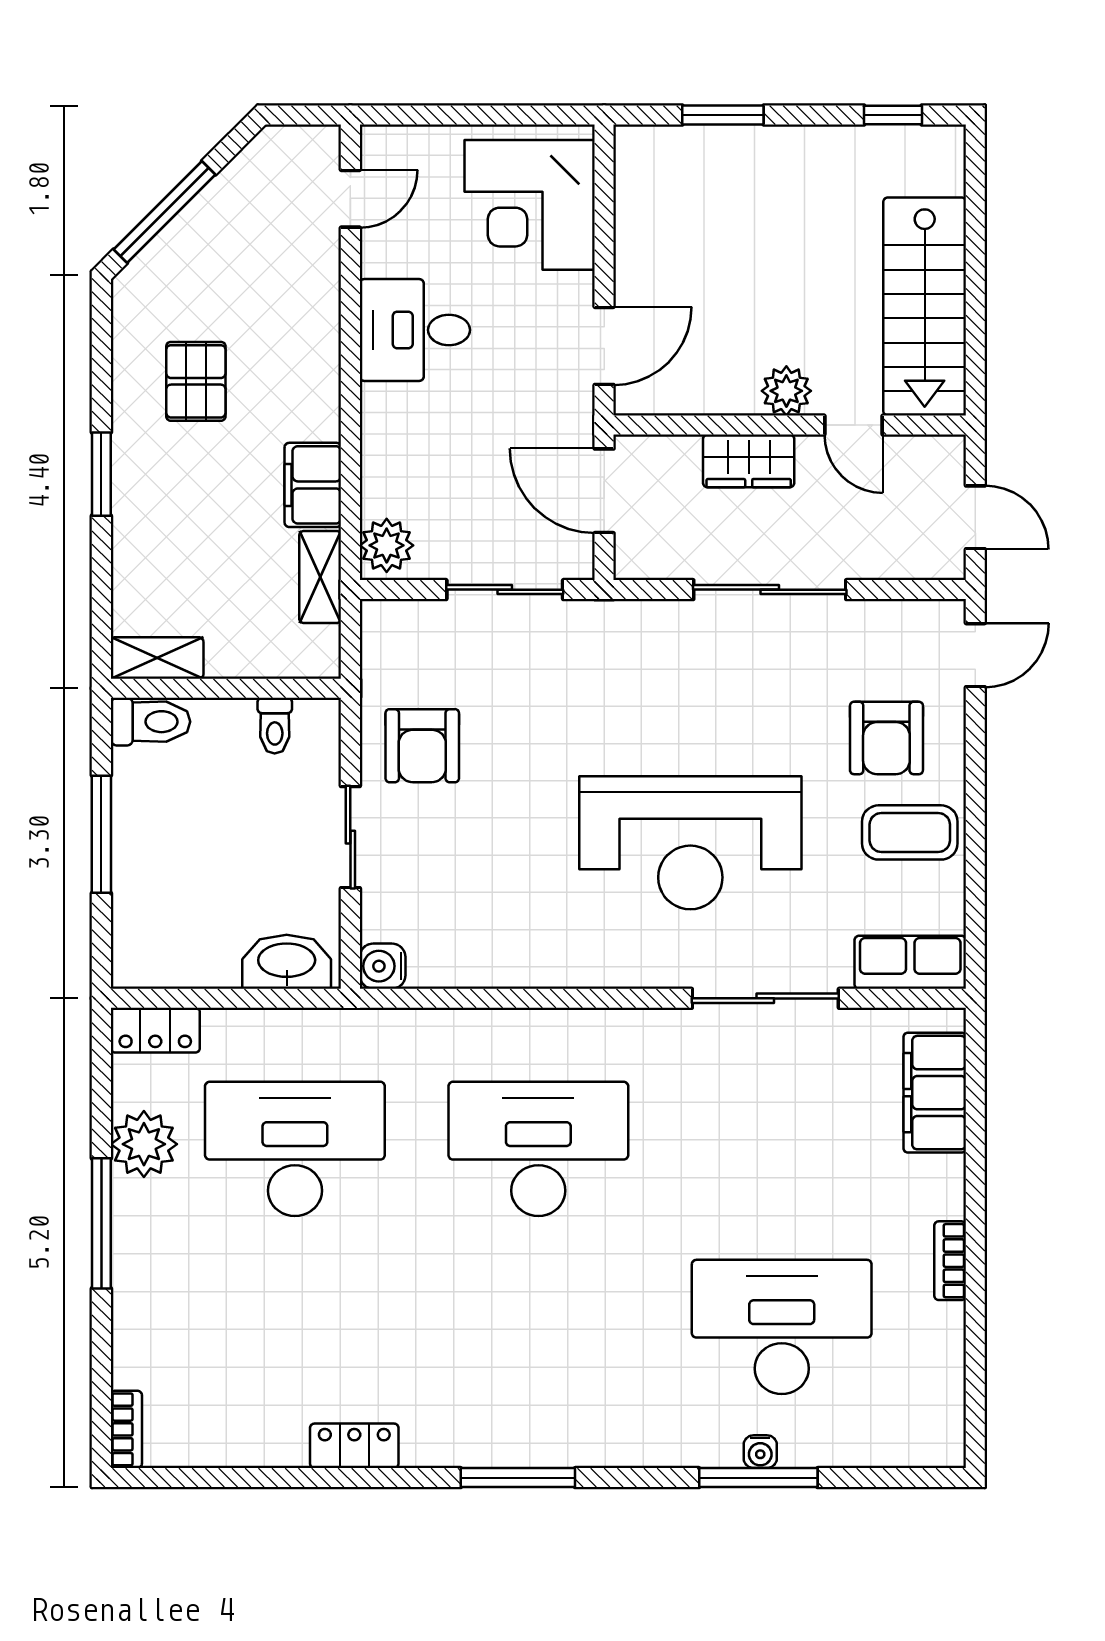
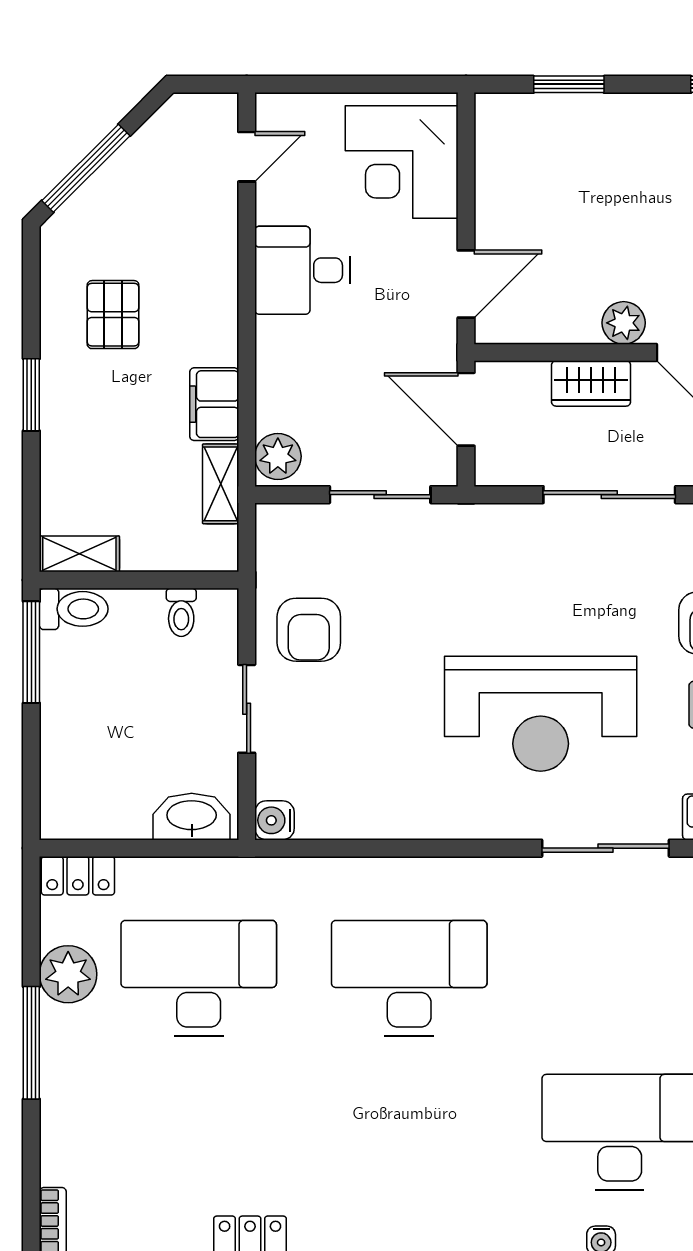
window: (101, 834) -> (31, 652), moved

